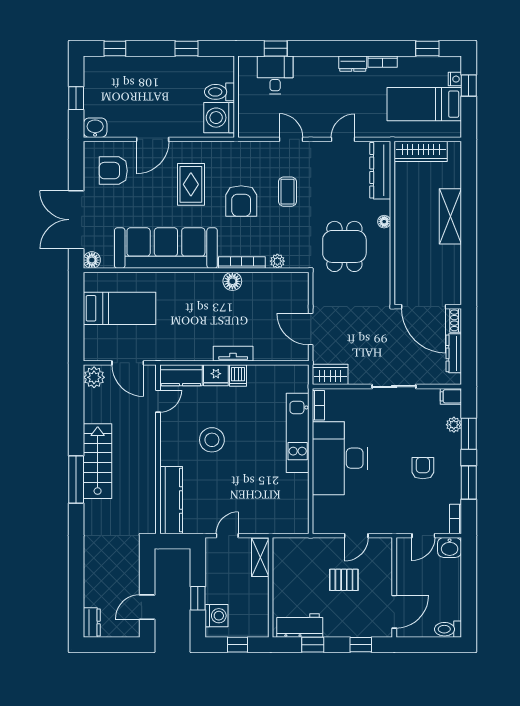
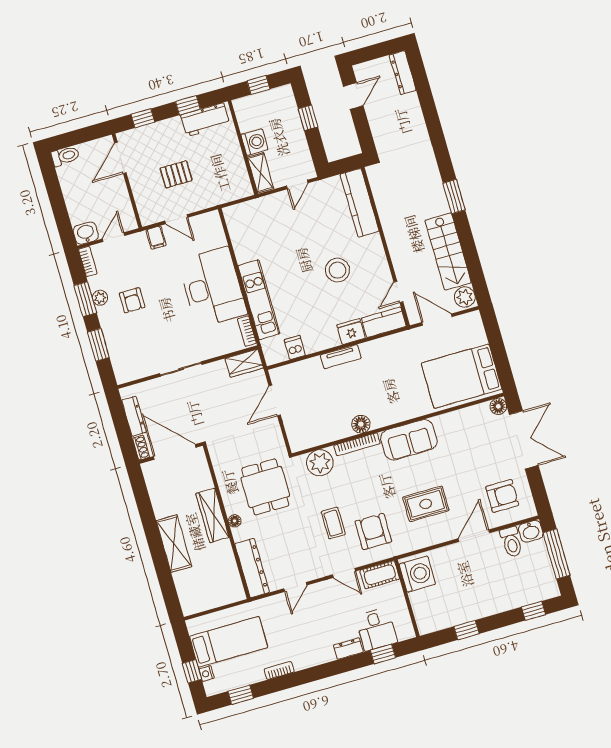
dresser: (353, 64) -> (348, 649), moved
toilet: (219, 92) -> (511, 542), moved, turned 90
window: (76, 98) -> (556, 554), width x2.17
cot: (256, 128) -> (380, 575), added
wardrobe: (421, 151) -> (212, 515), moved, turned -90
rug: (191, 184) -> (426, 504), turned 90
armchair: (241, 201) -> (373, 532), moved
sofa: (166, 248) -> (409, 440), width x0.54, depth x0.79
plant: (277, 261) -> (320, 463), width x1.88, depth x1.88
bed: (120, 308) -> (462, 376), width x1.50
door: (311, 329) -> (275, 400), swing flipped
dishwasher: (238, 376) -> (295, 347), moved
filing cabinet: (451, 396) -> (156, 238), moved, turned 90
plant: (454, 425) -> (100, 298), moved
stairs: (98, 461) -> (448, 252), moved
window: (76, 479) -> (454, 197), width x0.69
door: (356, 536) -> (176, 219), swing flipped
washing machine: (217, 616) -> (254, 142), moved, turned 180
dresser: (92, 623) -> (403, 73), width x1.44

